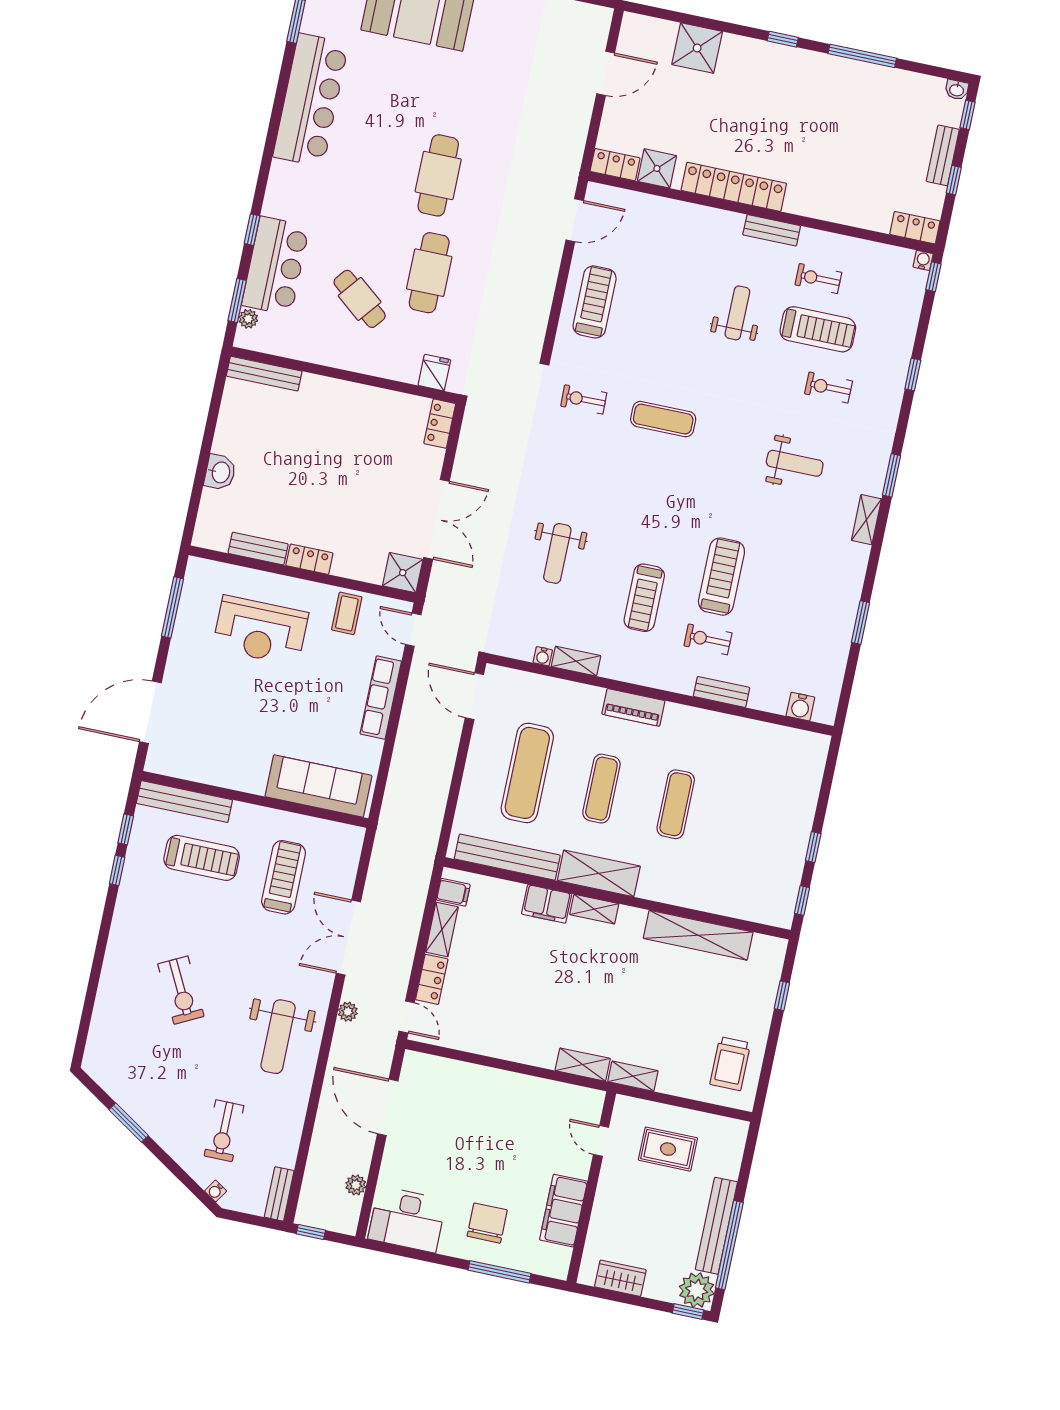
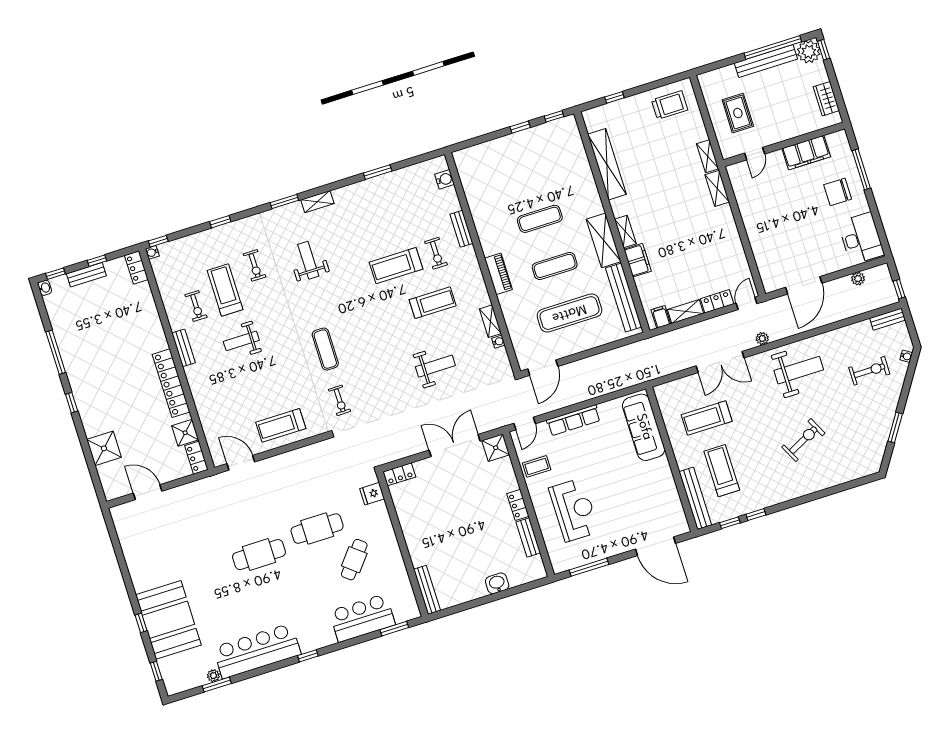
window: (252, 230) -> (308, 656), moved
plant: (248, 319) -> (213, 676), moved

